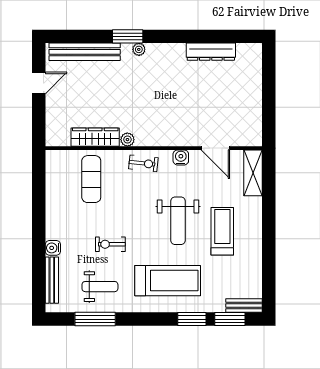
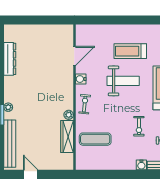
shelving: (253, 173) -> (91, 31), removed

